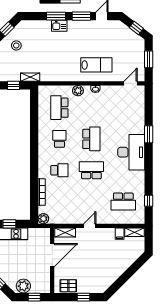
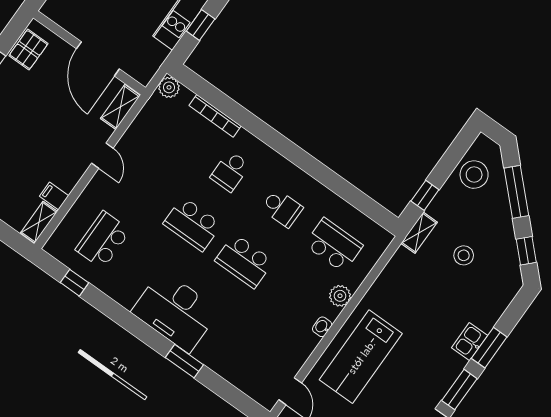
stool: (16, 45) -> (464, 255), moved
lab bench: (96, 65) -> (361, 357), width x1.36, depth x1.39
school desk: (91, 170) -> (192, 224), turned 90

